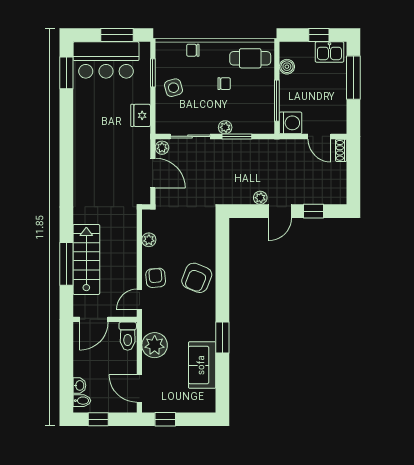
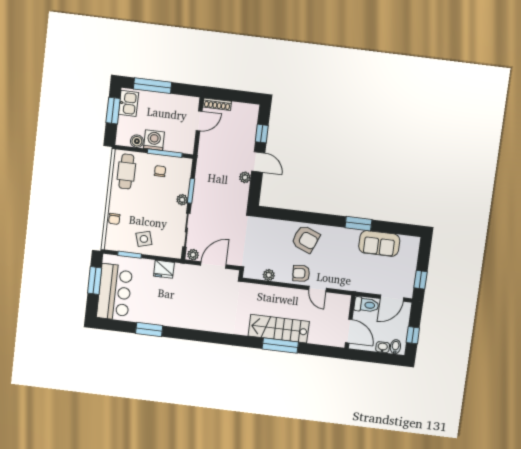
window: (319, 35) -> (113, 111), width x1.50
window: (66, 73) -> (149, 330), moved
chair: (224, 84) -> (160, 171), moved
washing machine: (291, 123) -> (154, 140), moved
shoe rack: (341, 150) -> (217, 104), width x1.43
door: (94, 319) -> (349, 331), moved
wall: (105, 319) -> (350, 322), moved
toilet: (128, 336) -> (366, 305), moved
plant: (155, 345) -> (357, 281), removed

